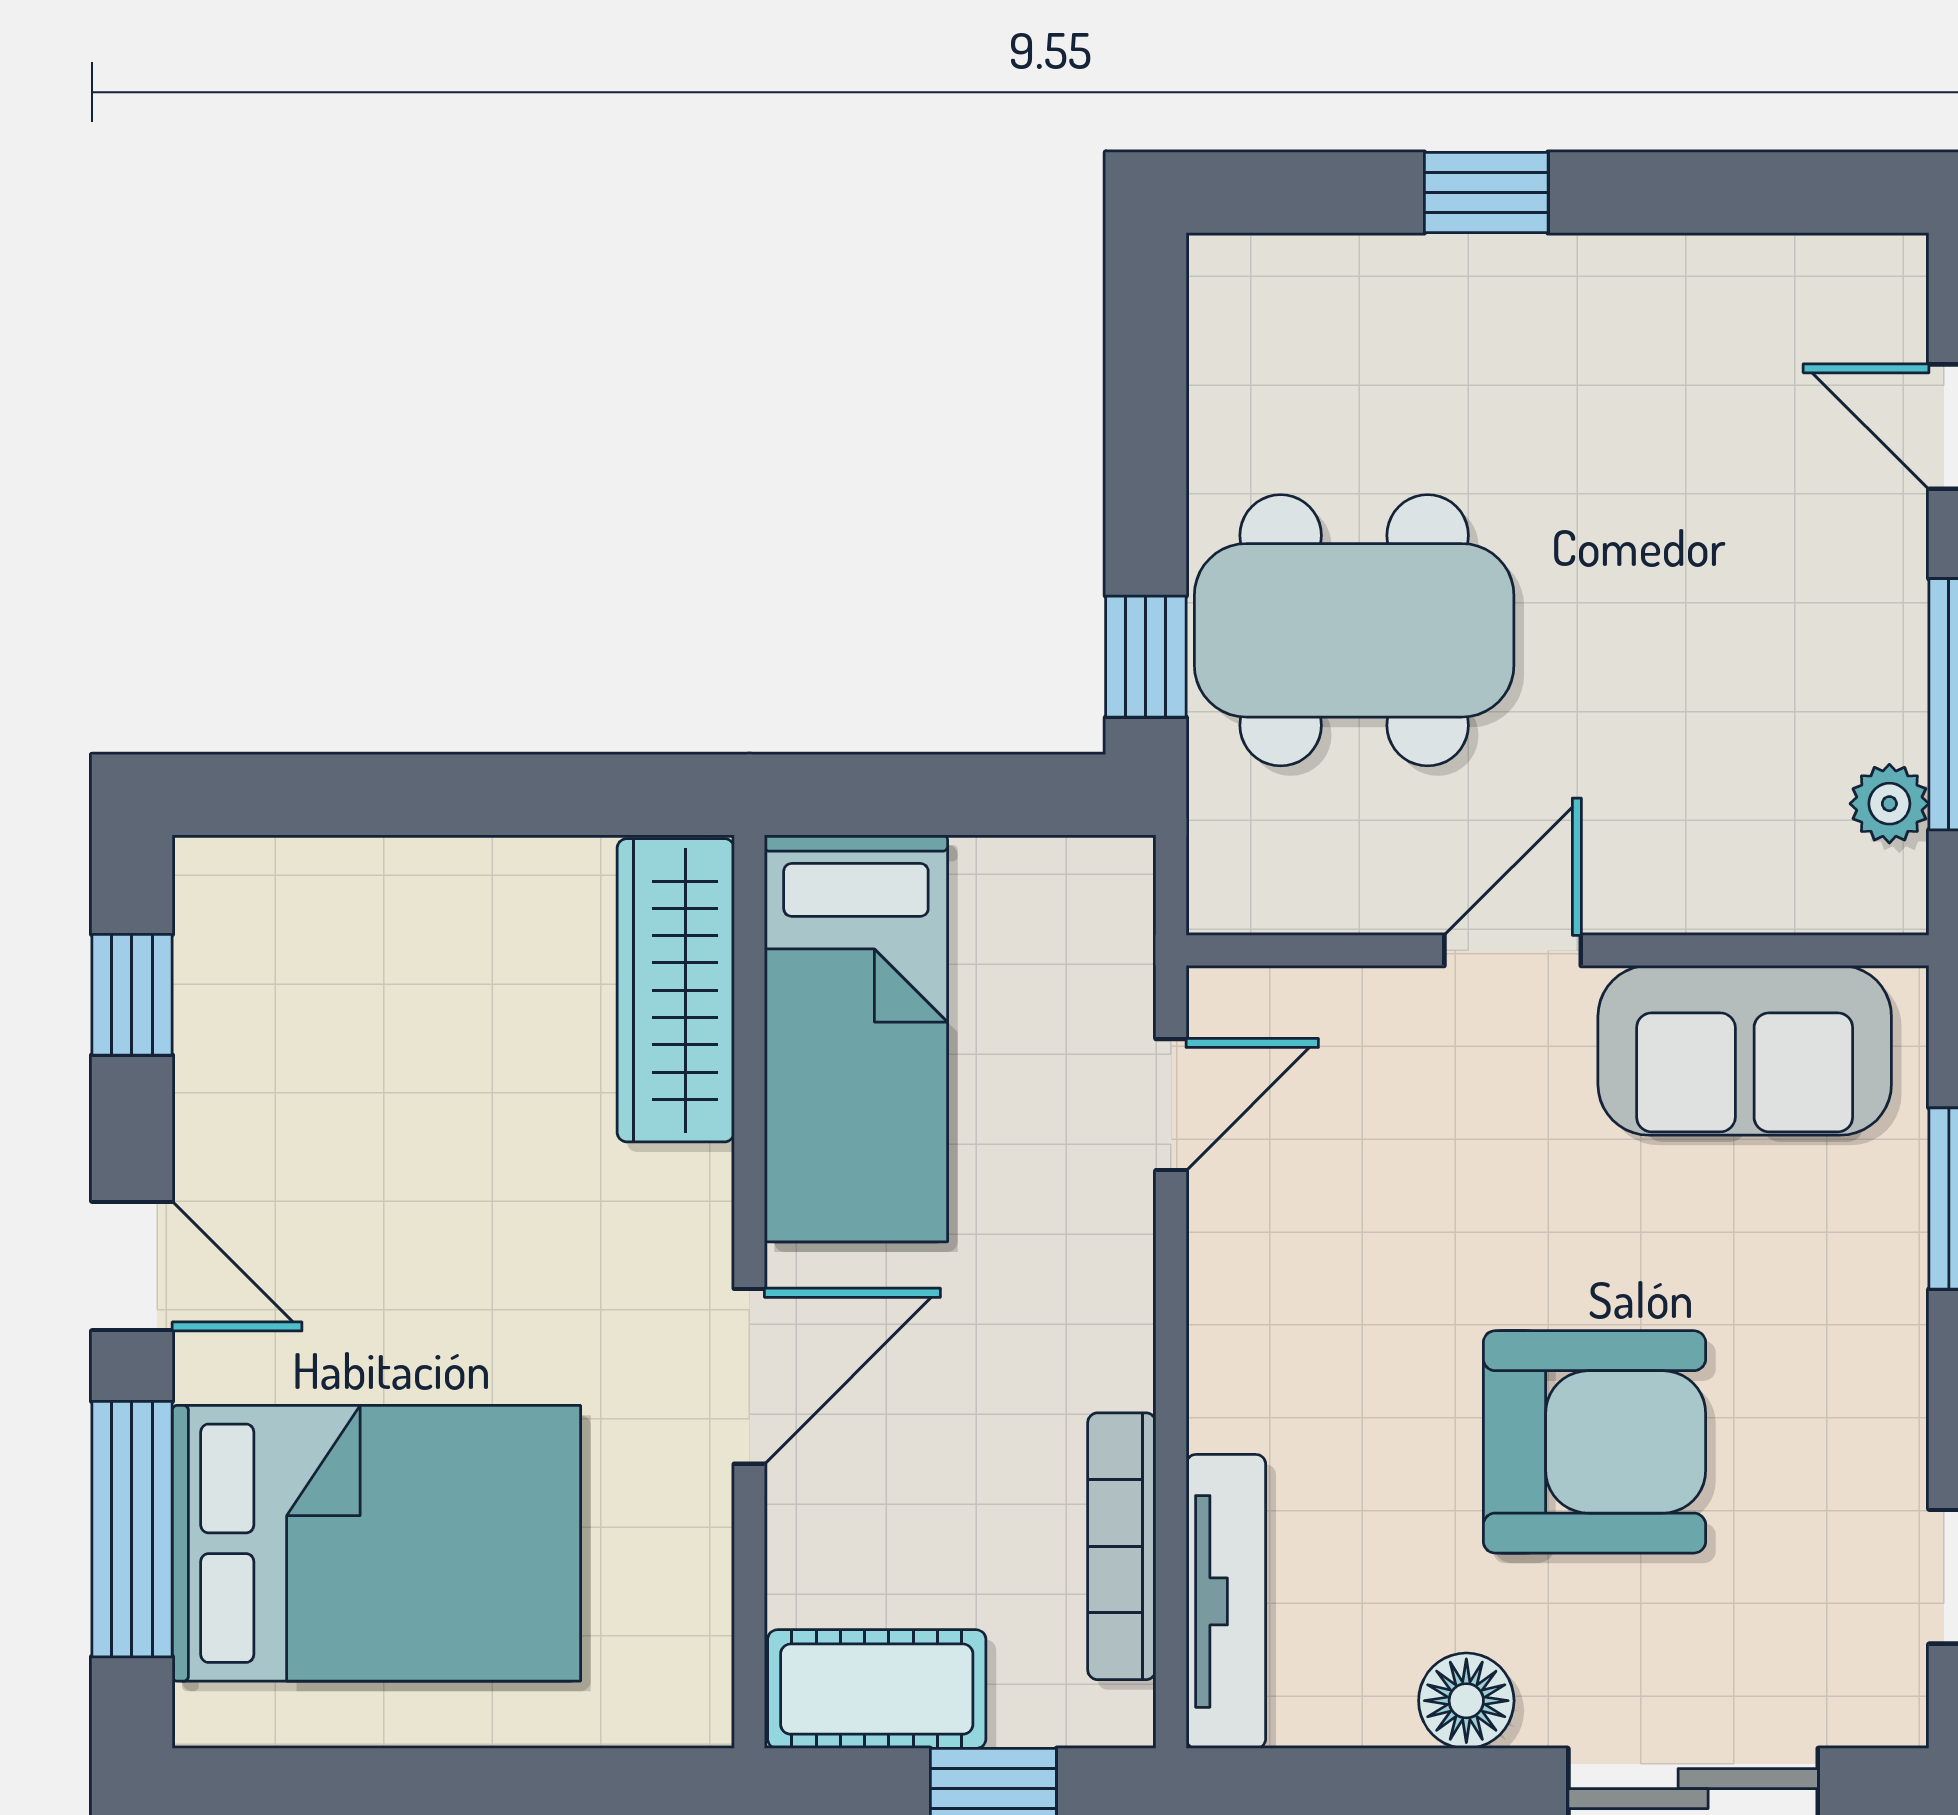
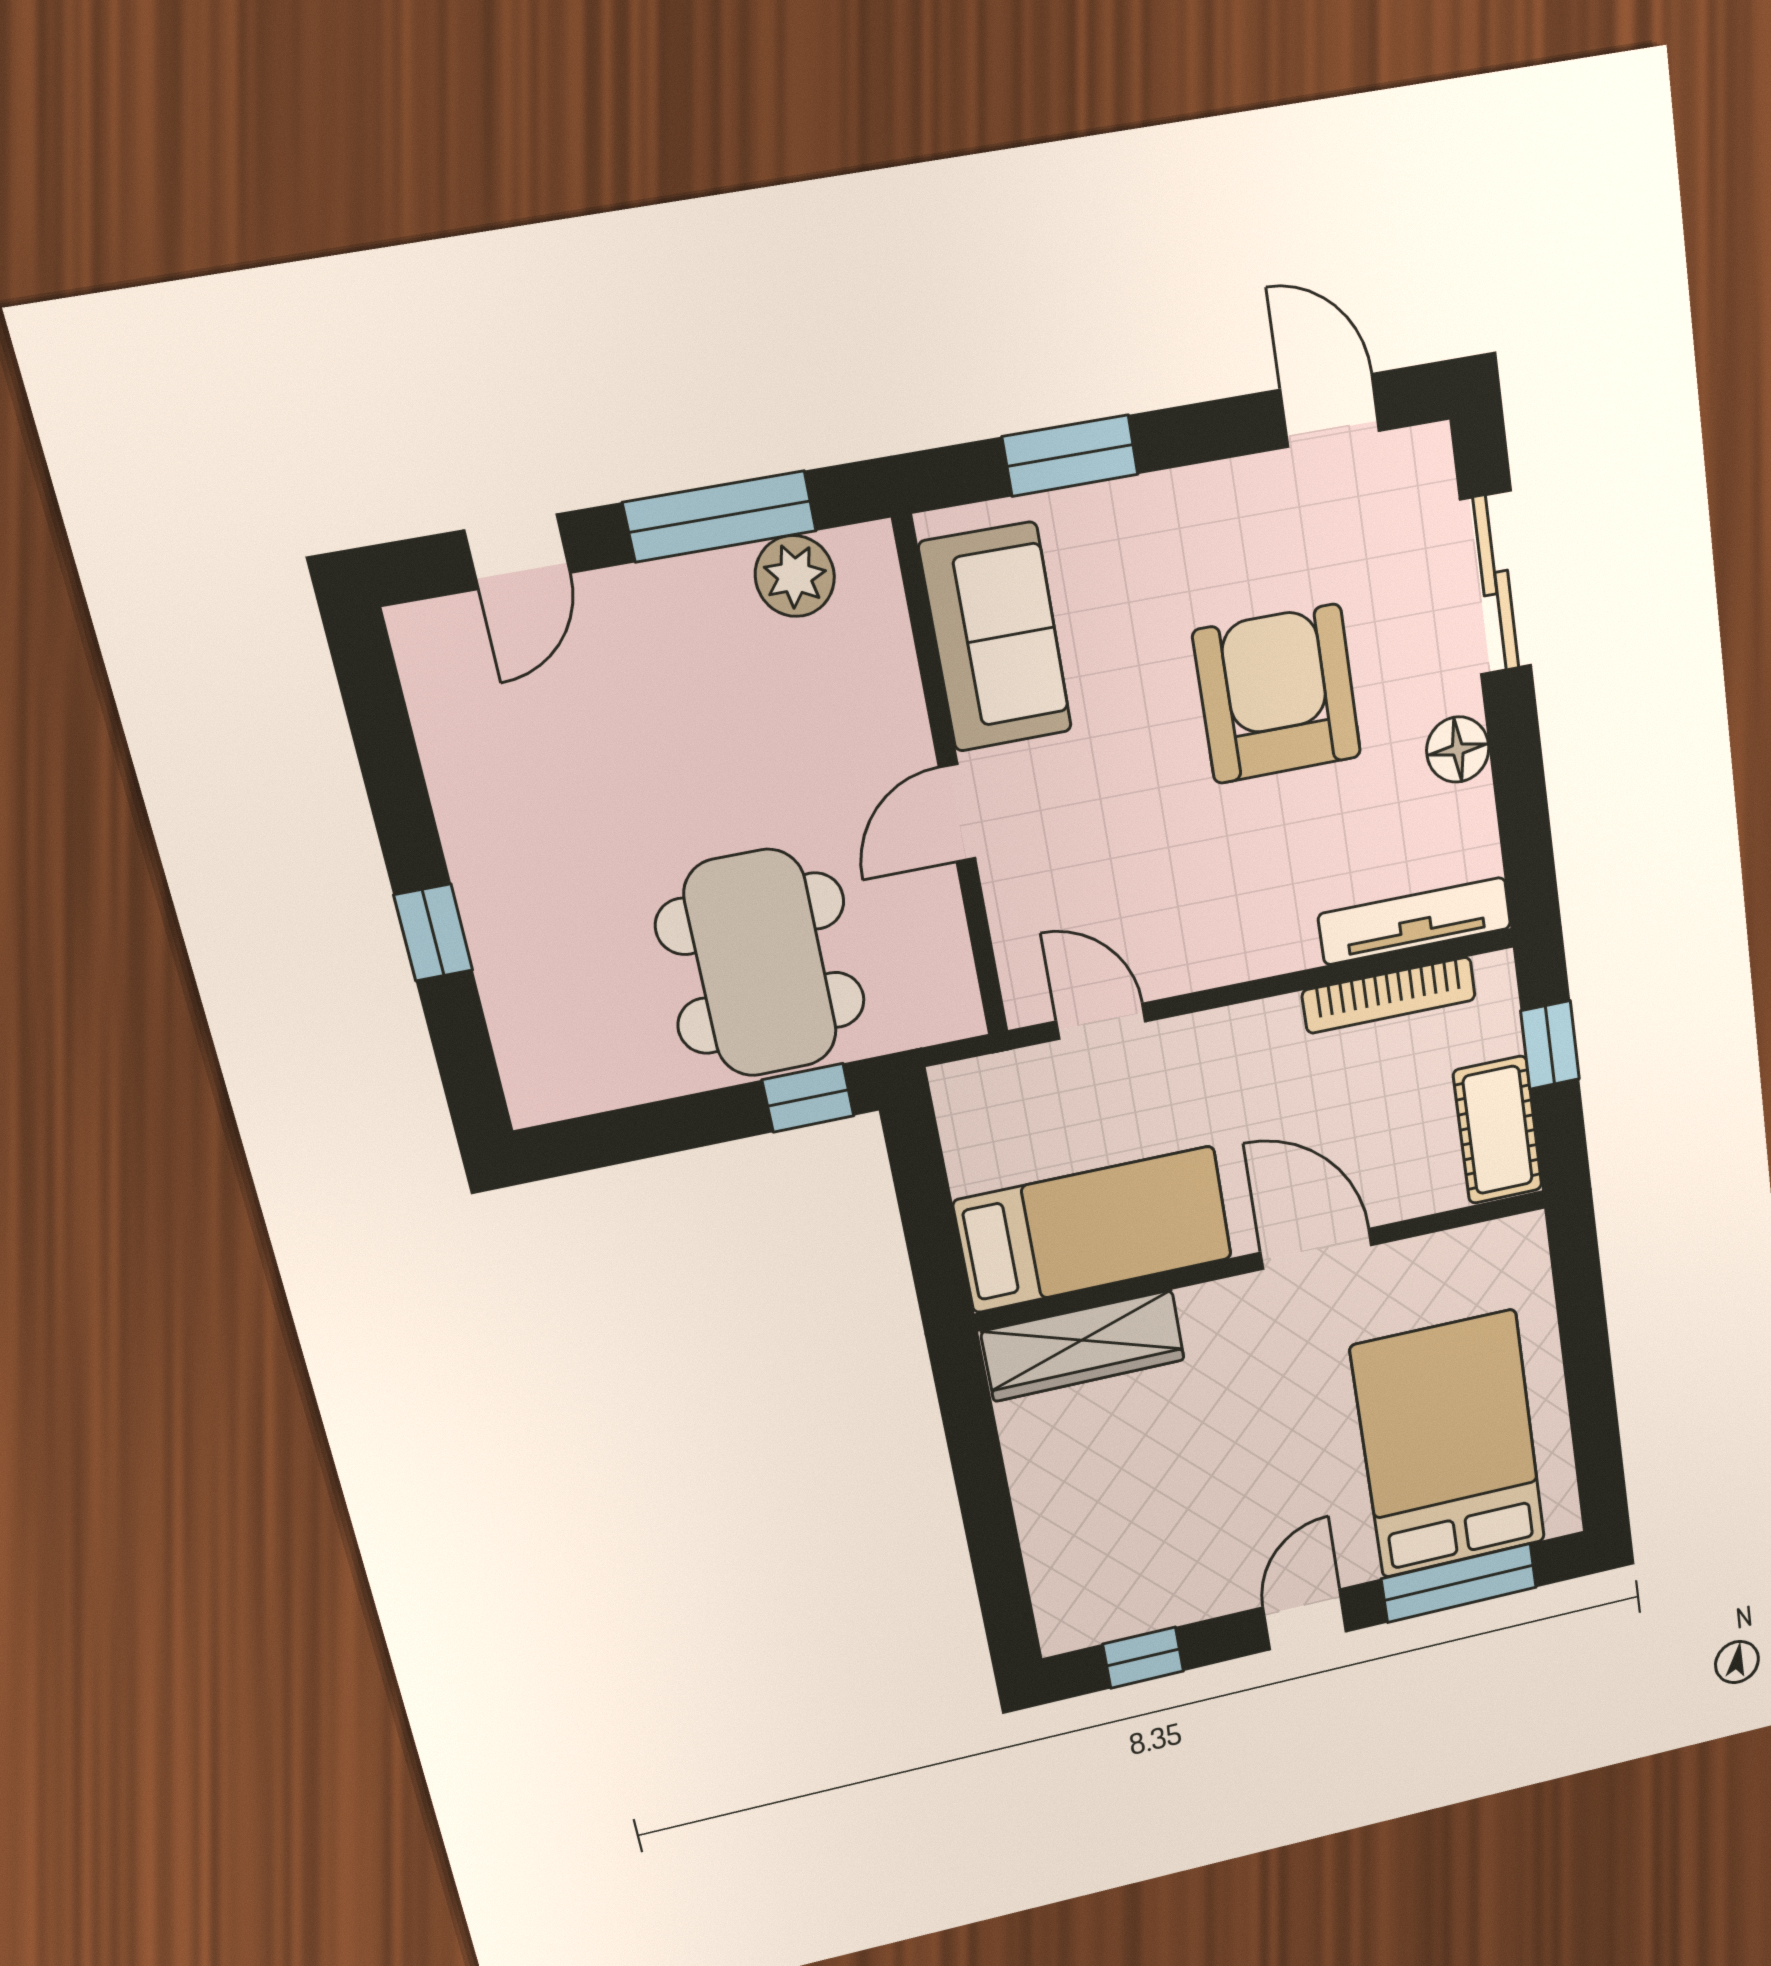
plant: (1889, 804) -> (795, 576), width x1.38, depth x1.38
door: (1513, 950) -> (957, 813), hinge flipped

